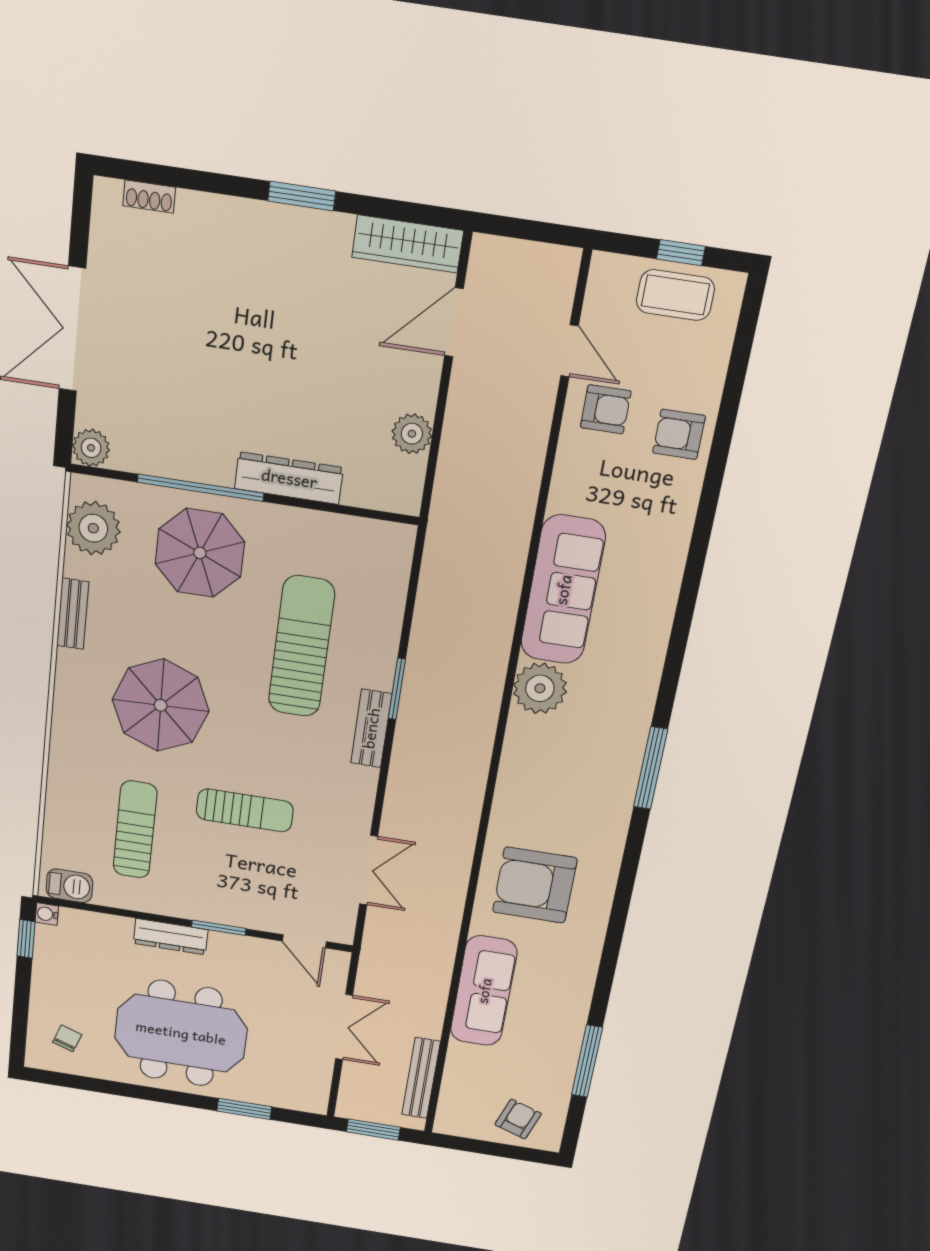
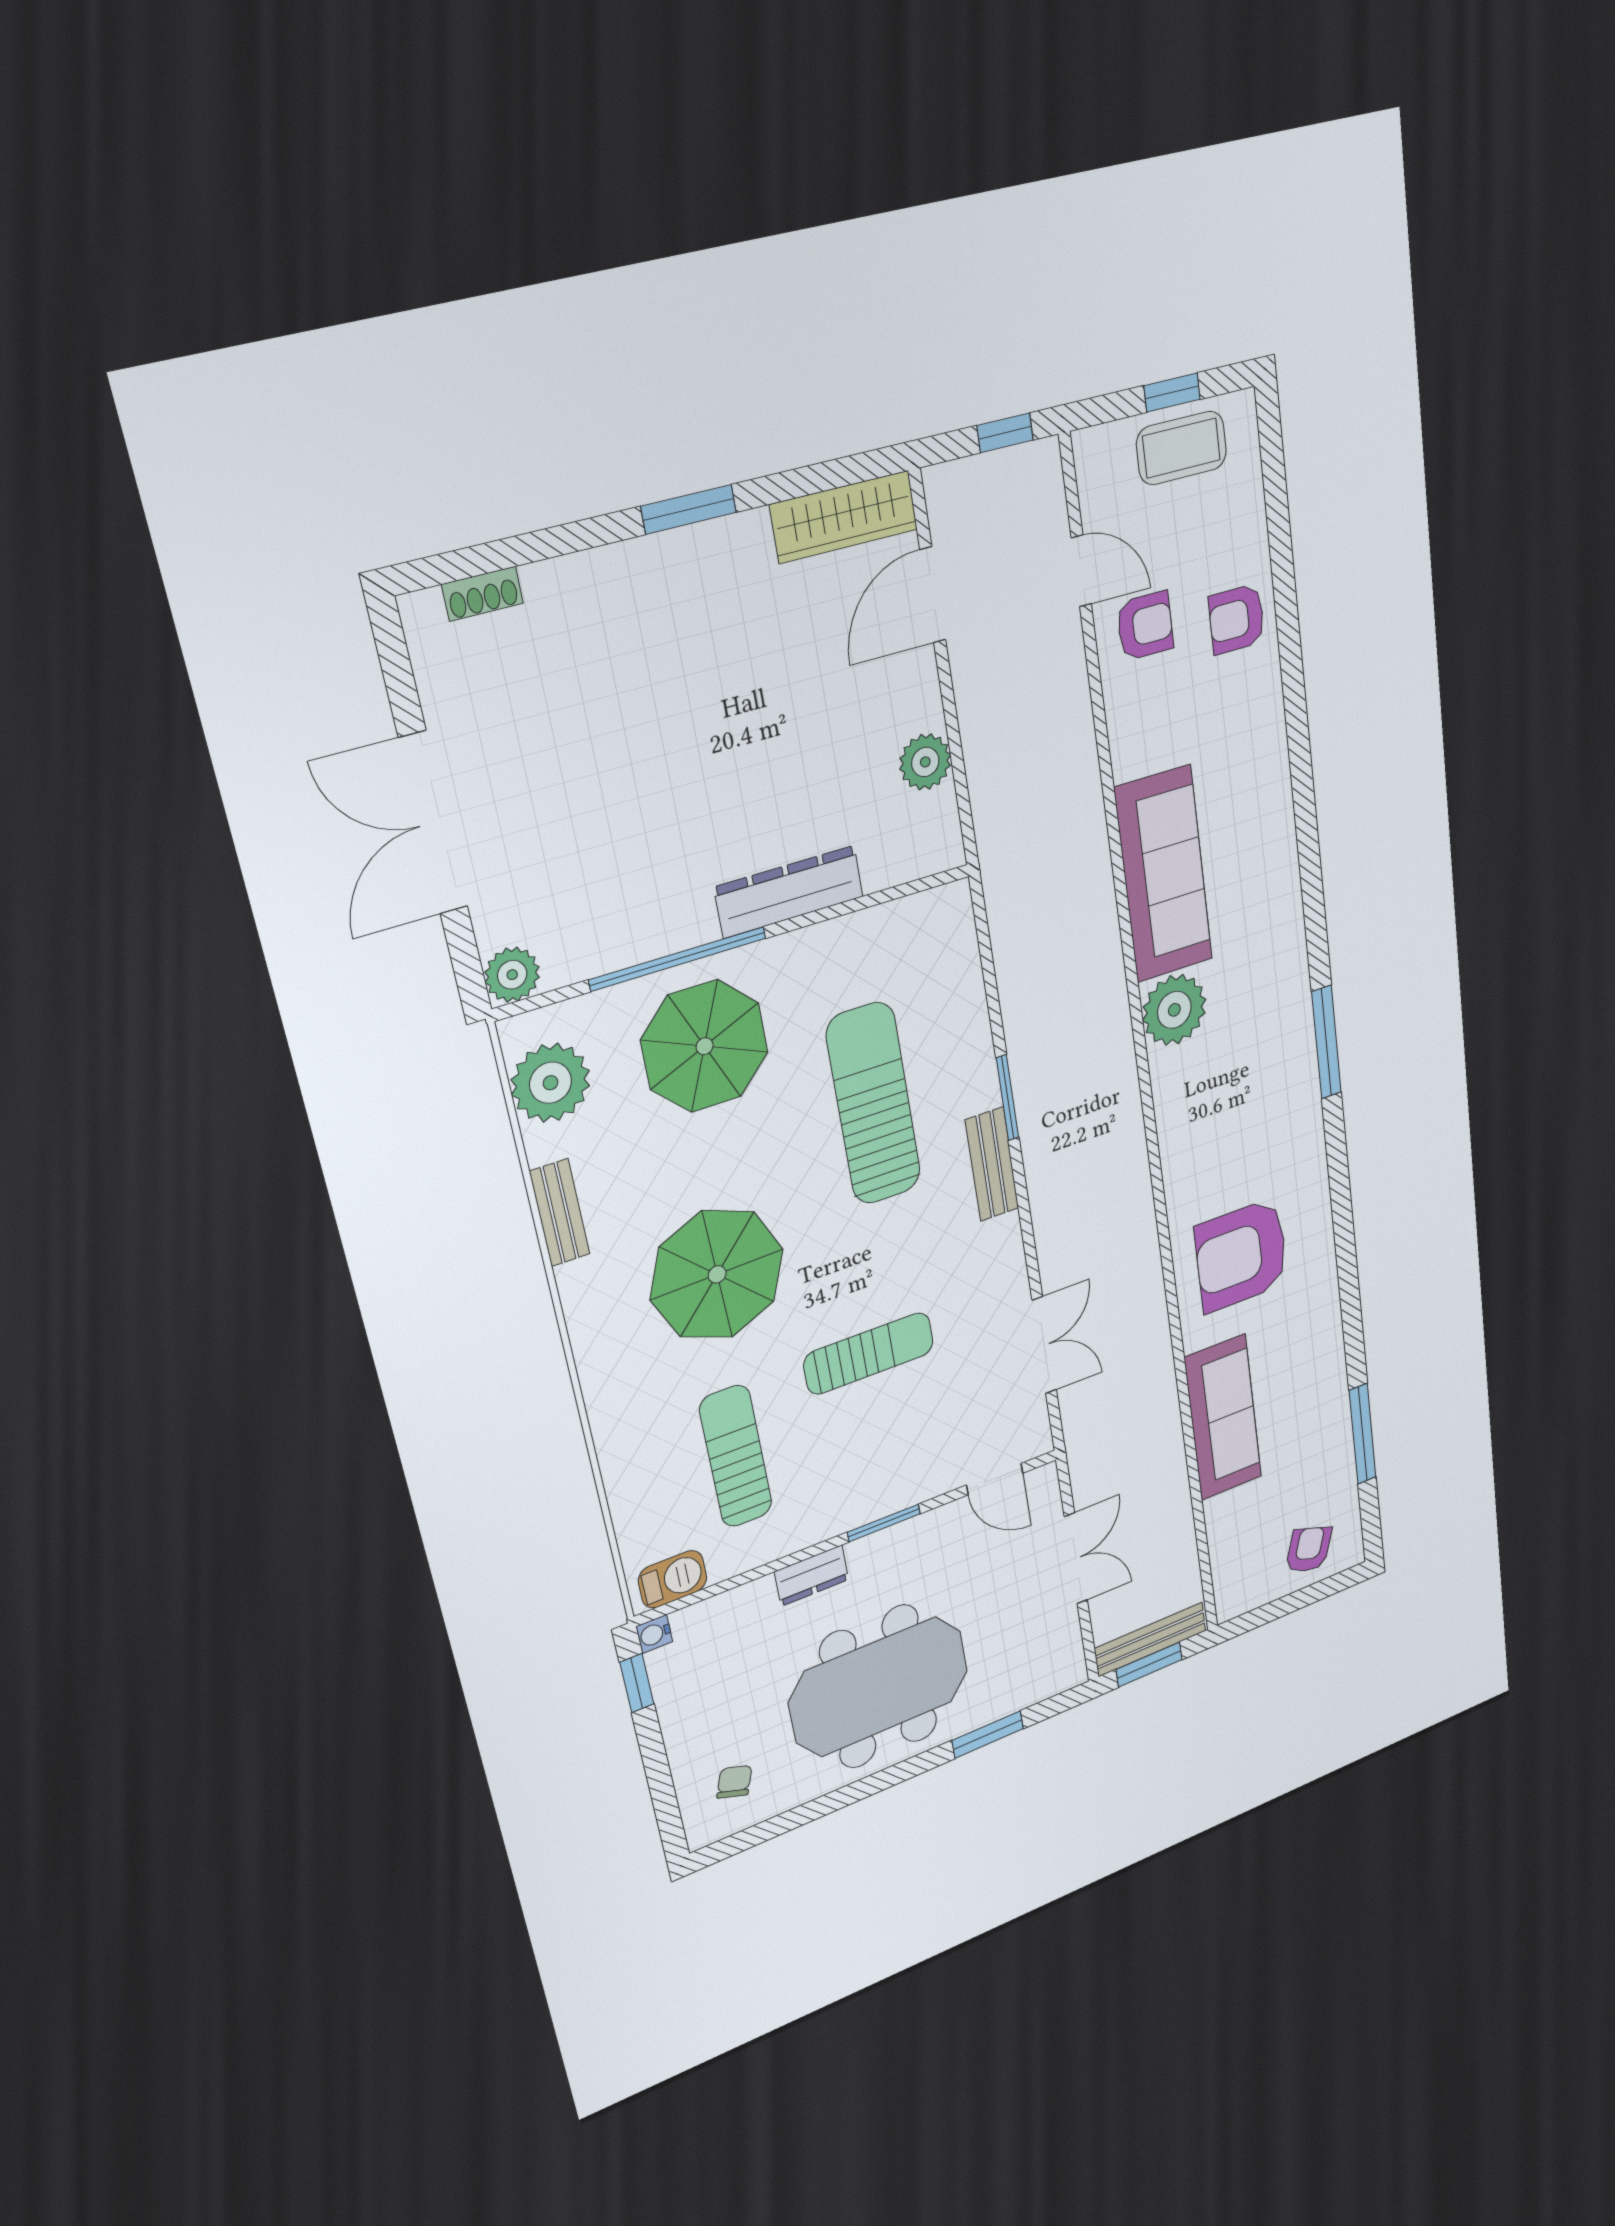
window: (543, 232) -> (1005, 433), added
dresser: (171, 937) -> (812, 1576), width x0.70
bench: (421, 1078) -> (1150, 1639), moved, turned 90

